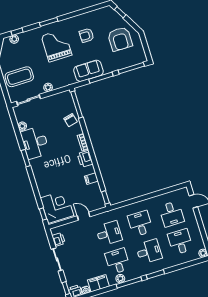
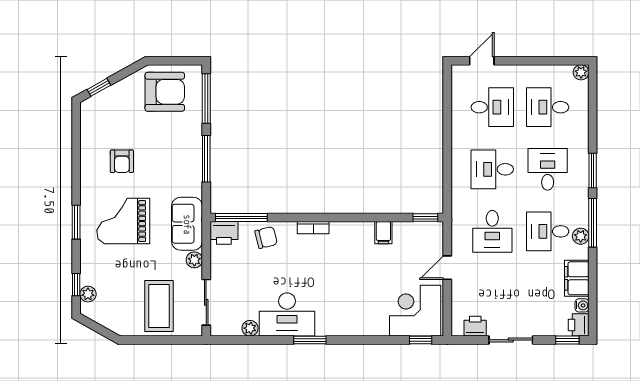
armchair: (120, 39) -> (165, 92), moved
sofa: (88, 71) -> (187, 224), moved
printer: (85, 159) -> (224, 233), moved
desk: (109, 233) -> (492, 231), turned 180

